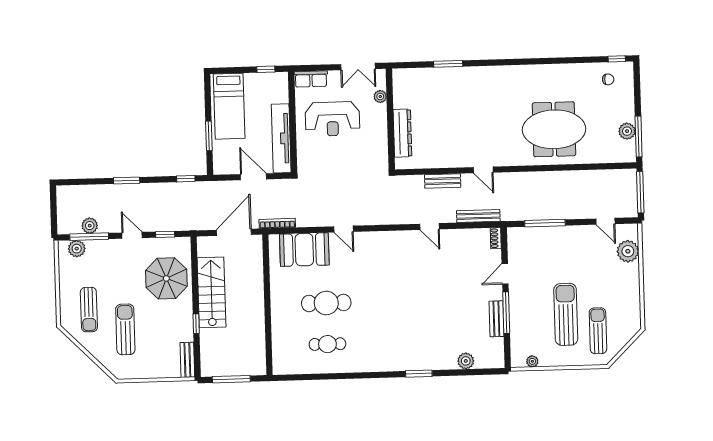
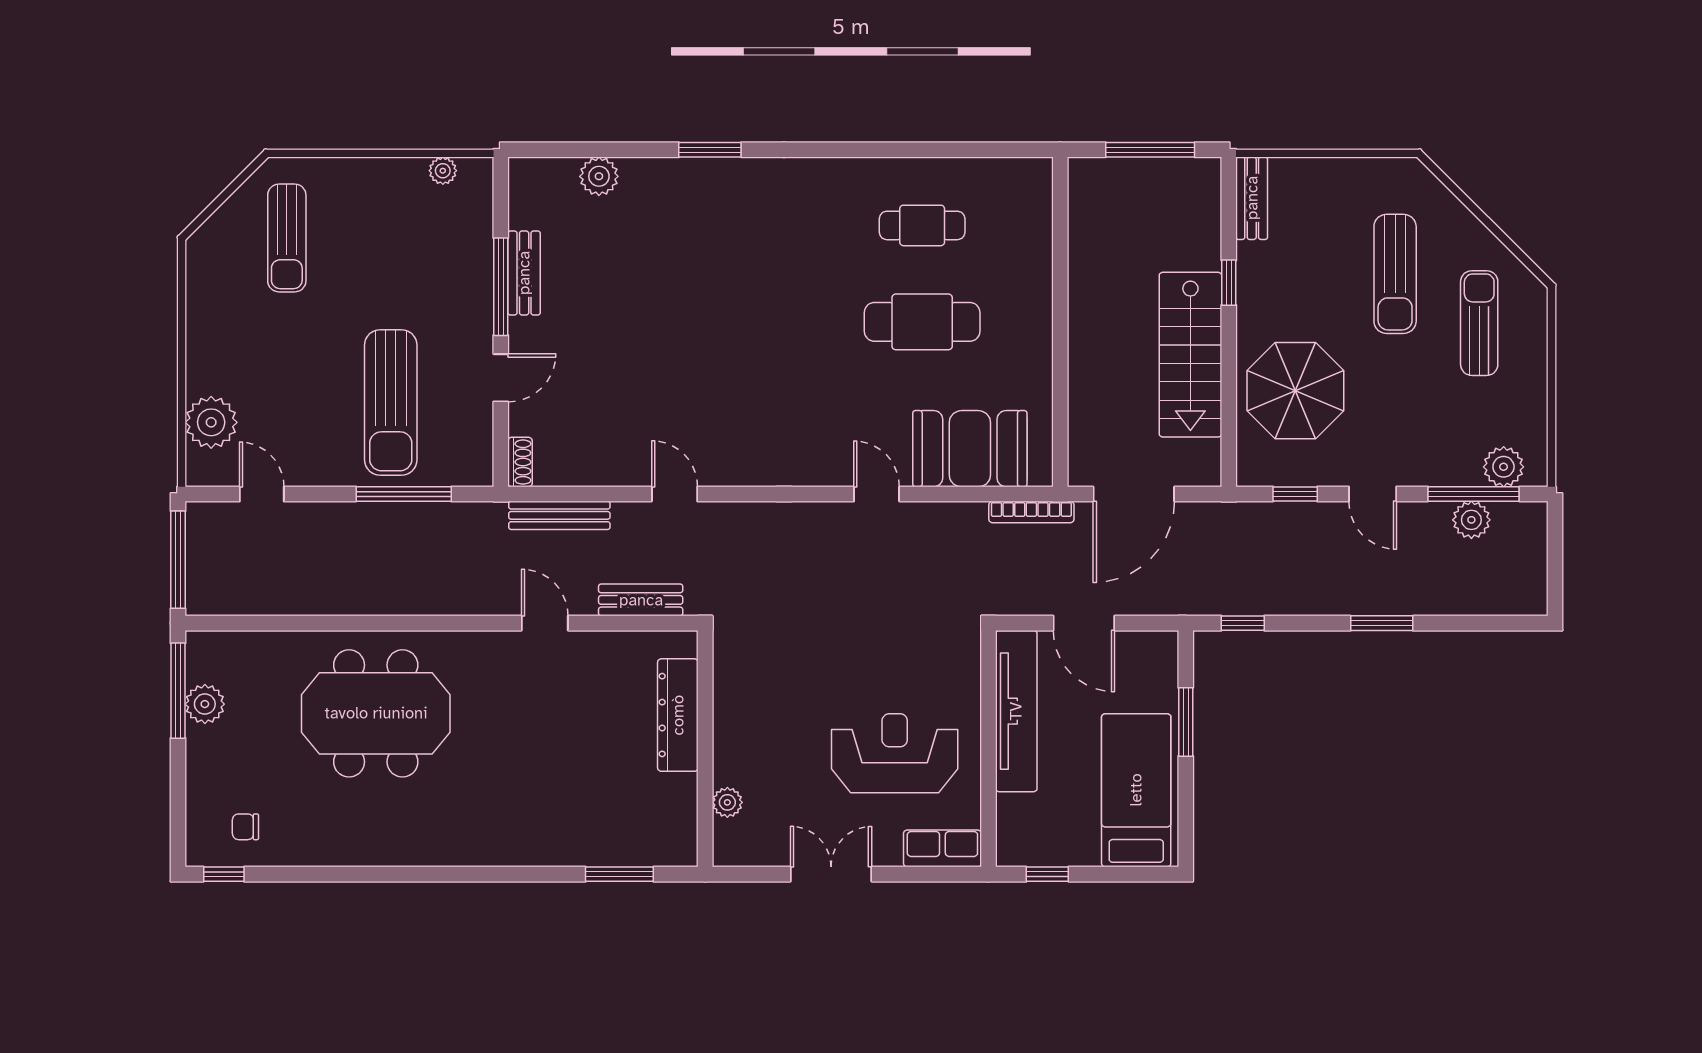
plant: (380, 97) -> (727, 802), moved
wall: (390, 119) -> (705, 749), moved
dresser: (402, 133) -> (678, 715), moved
sun lounger: (566, 314) -> (391, 402), moved

